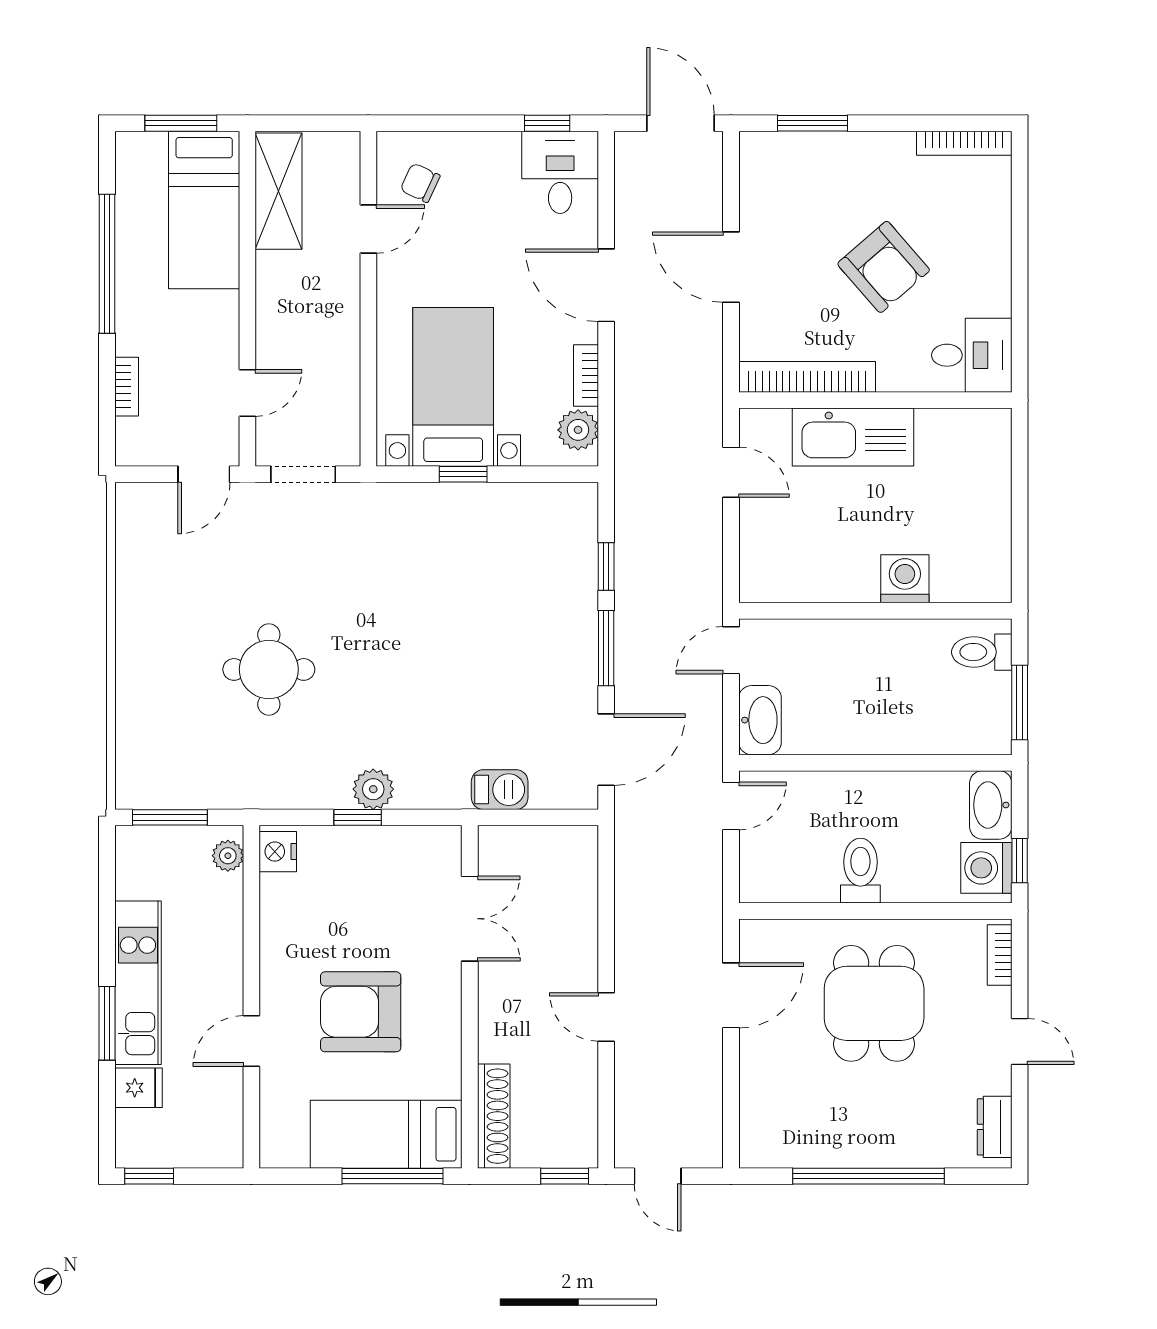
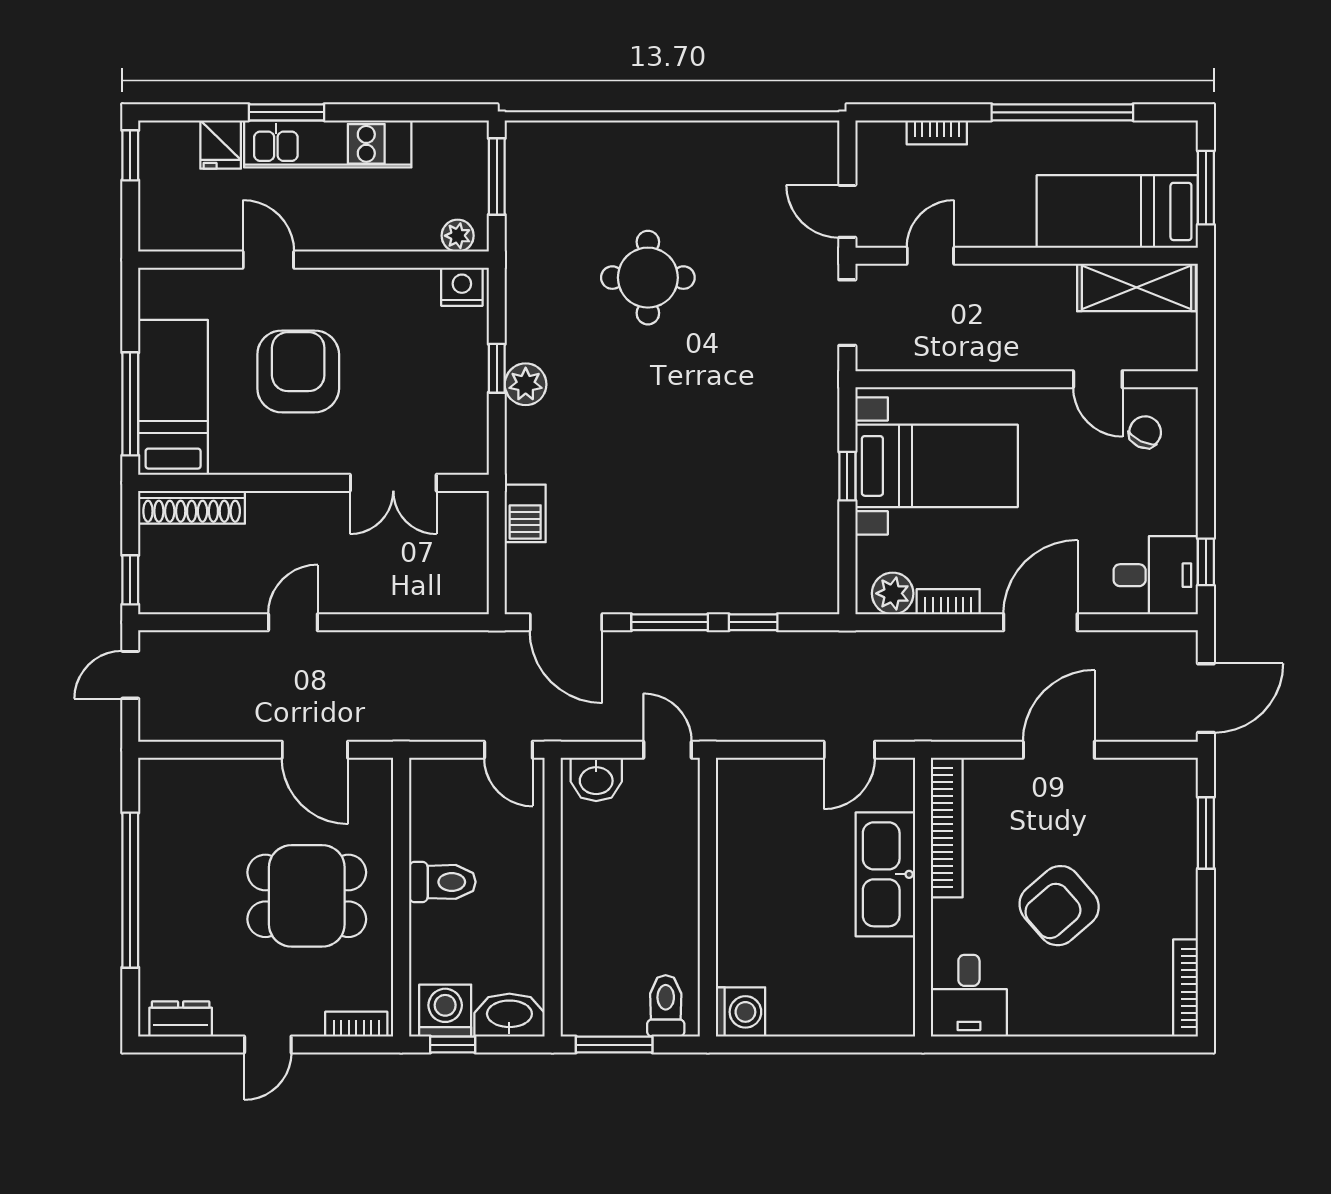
door: (247, 393) -> (930, 256), swing flipped
washing machine: (905, 579) -> (741, 1012), moved
washbasin: (760, 720) -> (596, 779), width x0.72

